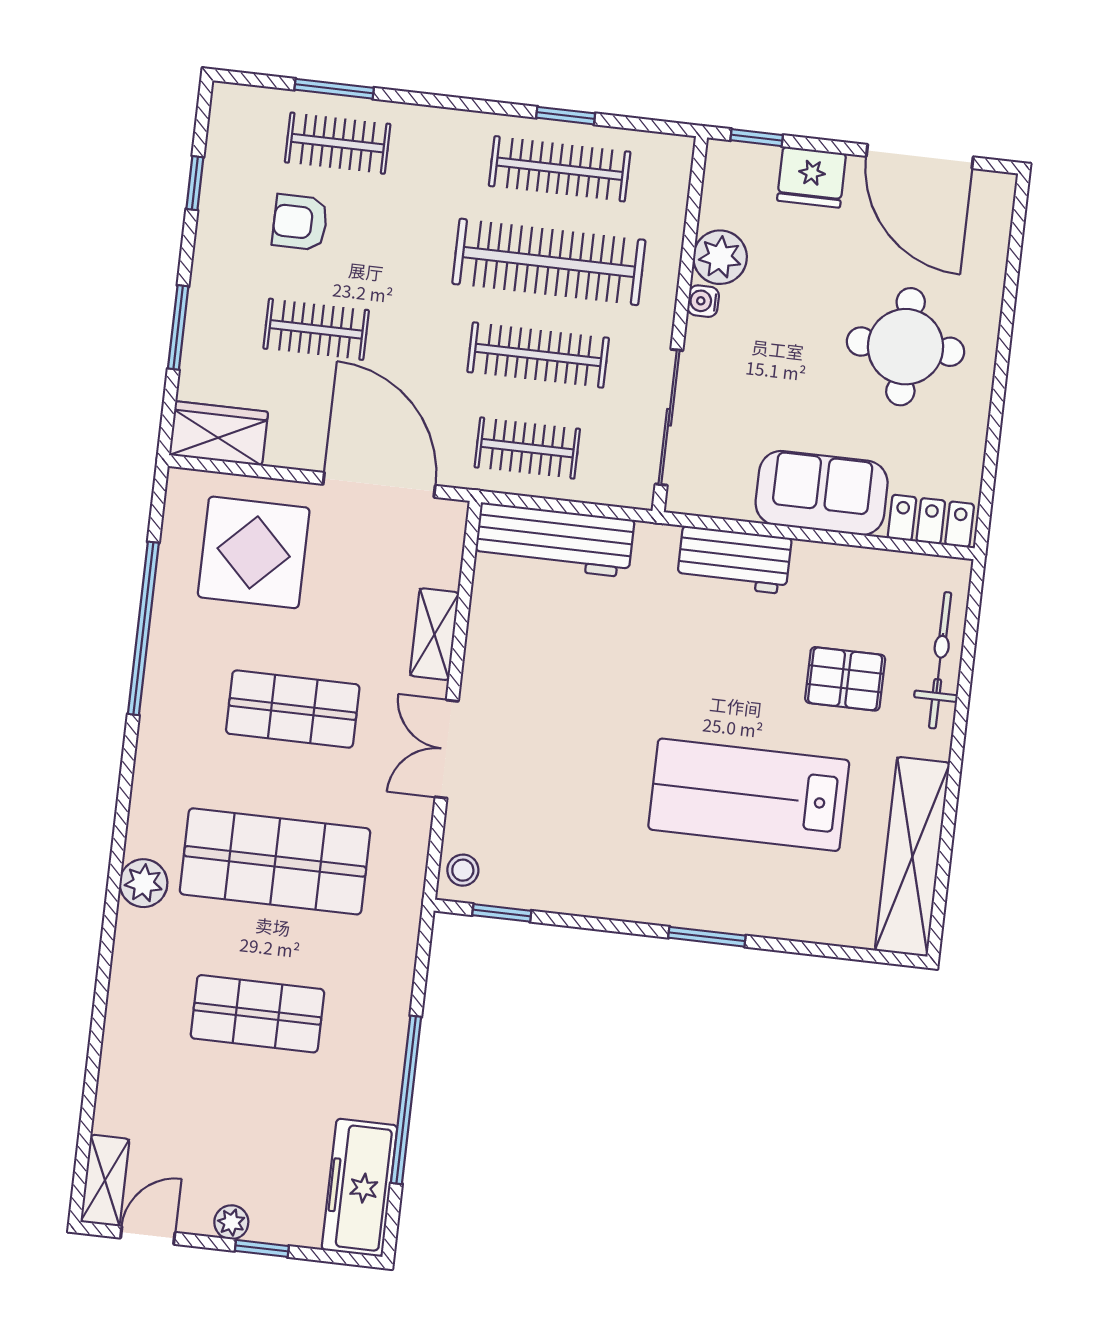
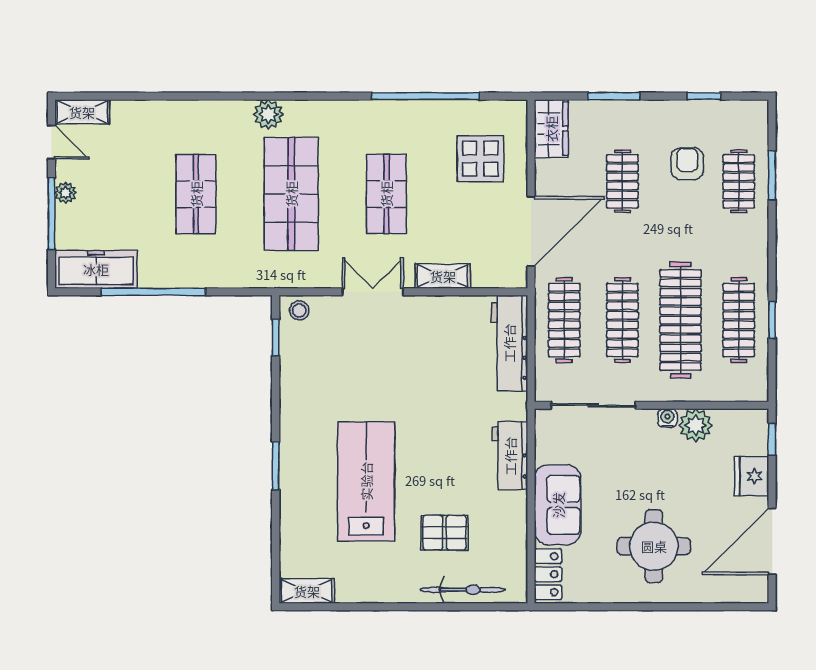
clothes rail: (527, 448) -> (564, 320), width x1.36
display table: (254, 552) -> (480, 159), width x0.73, depth x0.73
pallet: (845, 679) -> (445, 533), turned 90
shelving: (912, 857) -> (307, 591), width x0.45, depth x0.75
window: (262, 1248) -> (52, 213), width x2.17

